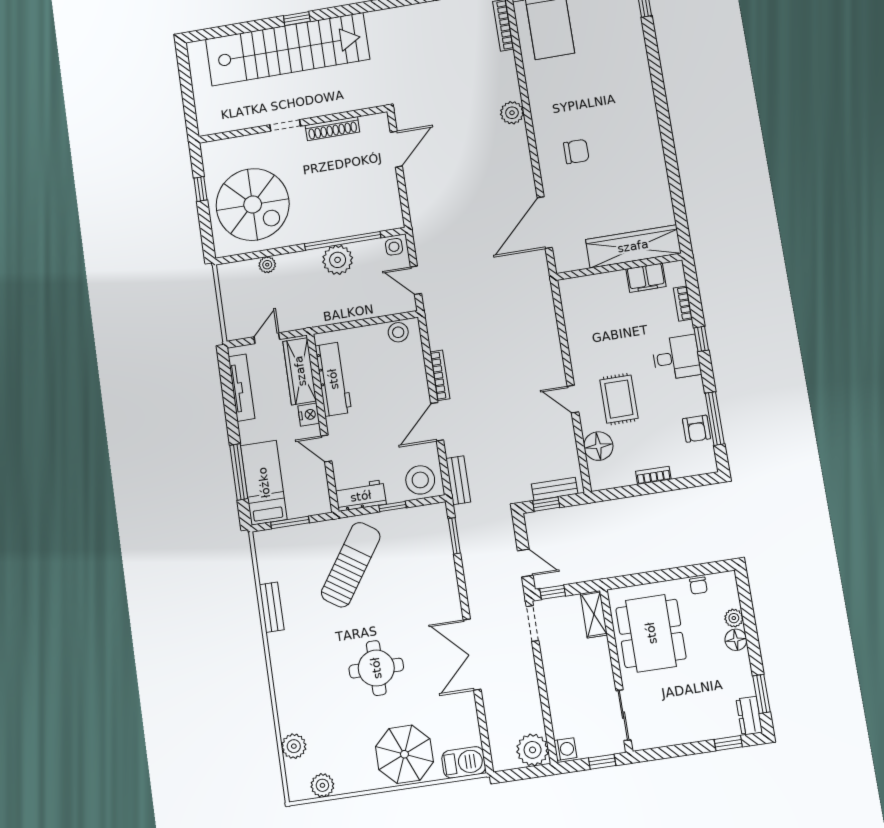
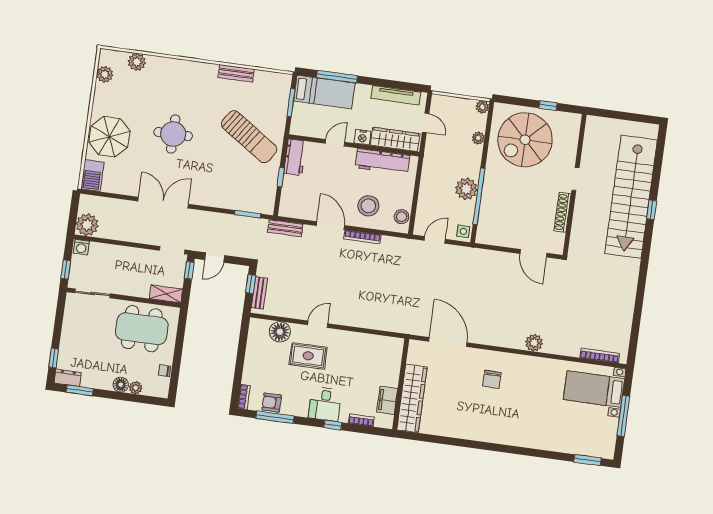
plant: (226, 272) -> (482, 107), added
bookcase: (653, 475) -> (244, 397), moved
stool: (420, 480) -> (368, 206), moved

